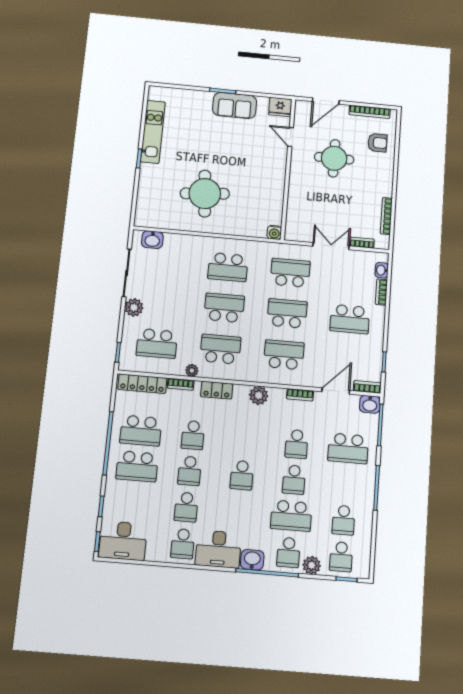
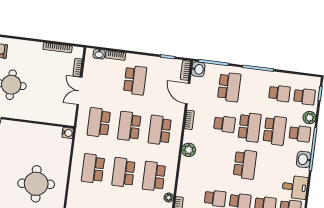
school desk: (228, 267) -> (93, 169), turned 180
locker: (217, 390) -> (184, 180), removed
school desk: (242, 475) -> (245, 164), width x1.85
school desk: (294, 480) -> (250, 127), width x1.85
desk: (218, 549) -> (295, 187), width x0.73

